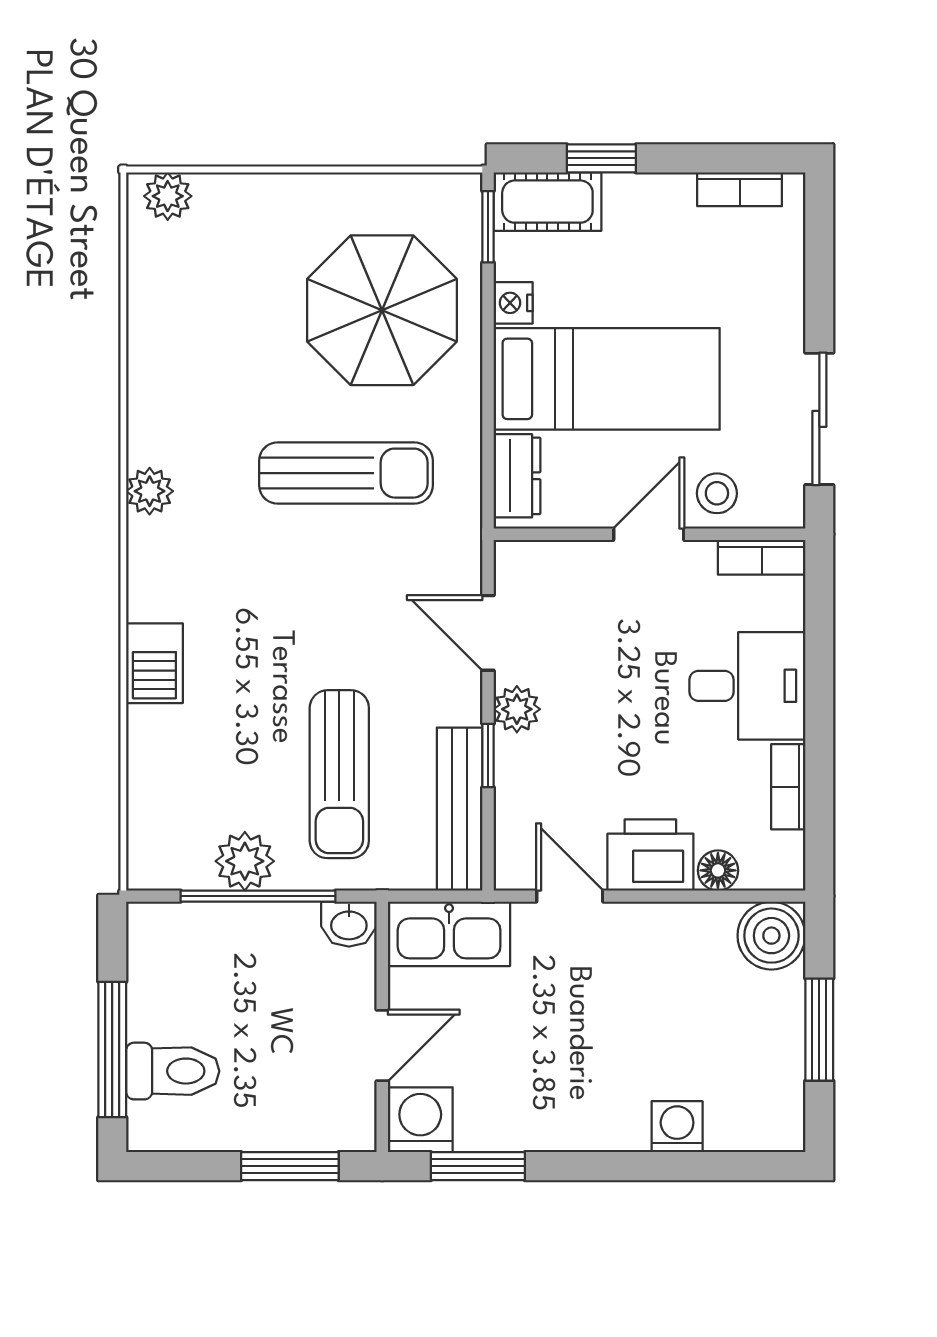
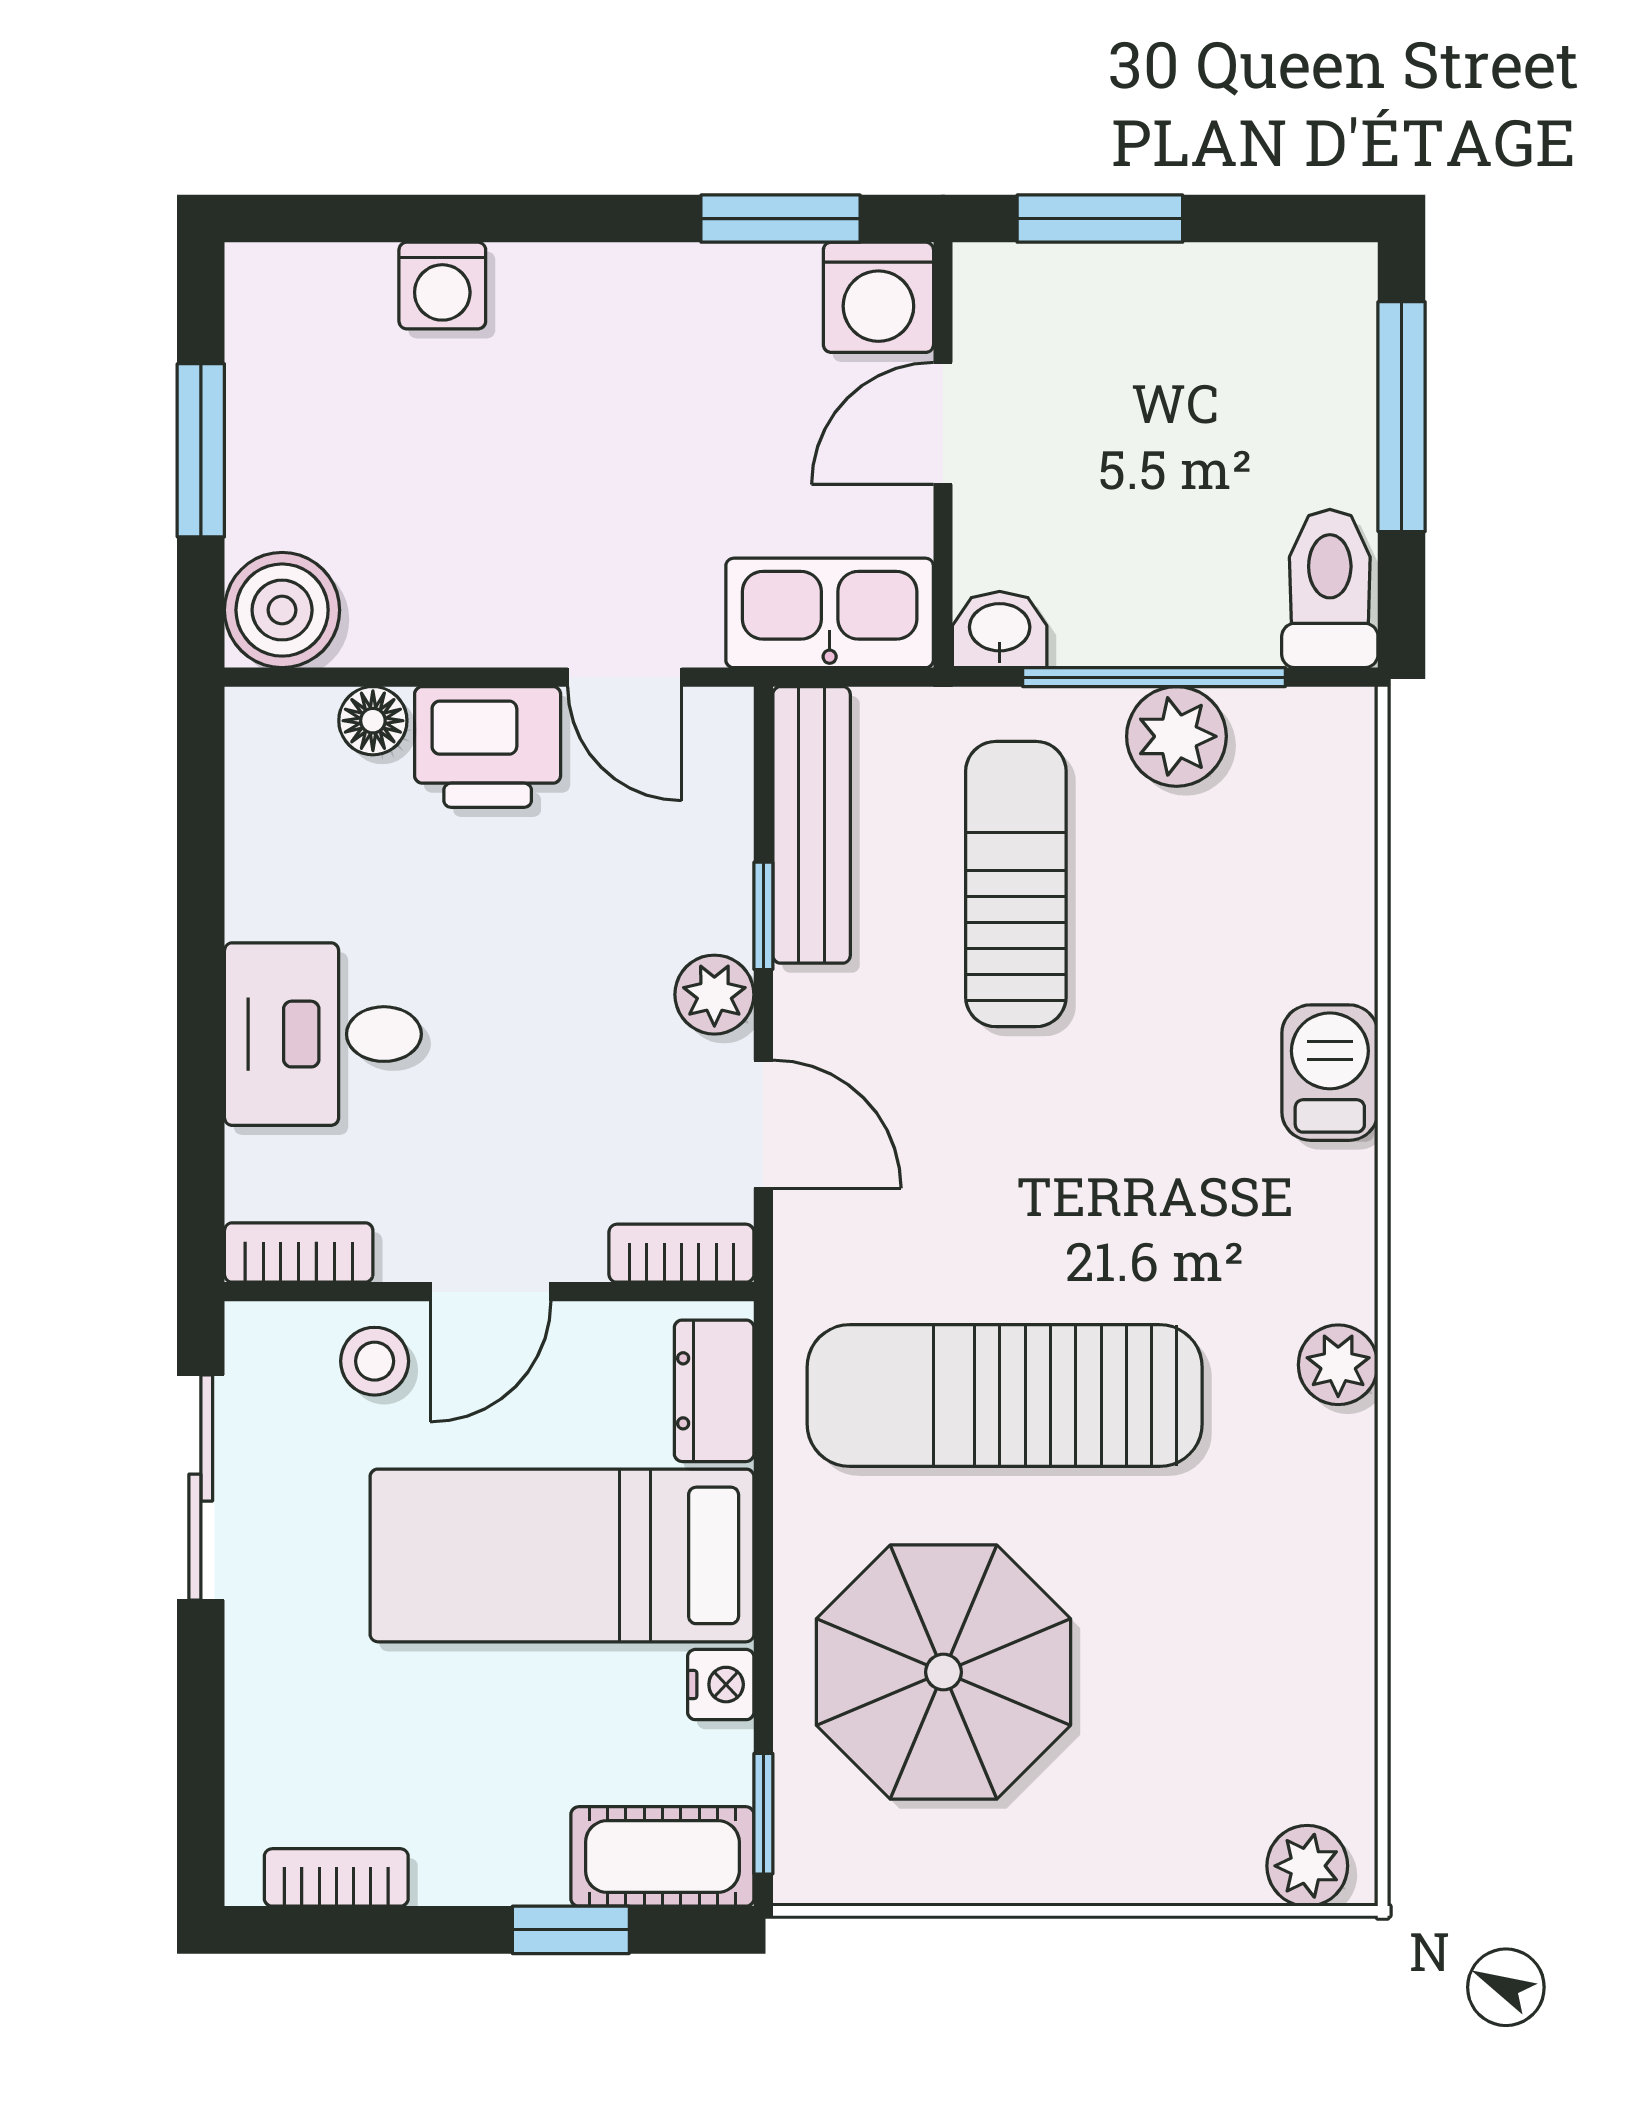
sun lounger: (346, 473) -> (1005, 1396), width x1.36, depth x1.34
bookcase: (788, 787) -> (681, 1253), moved, turned -90
toilet: (173, 1071) -> (1330, 588), moved, turned 90

